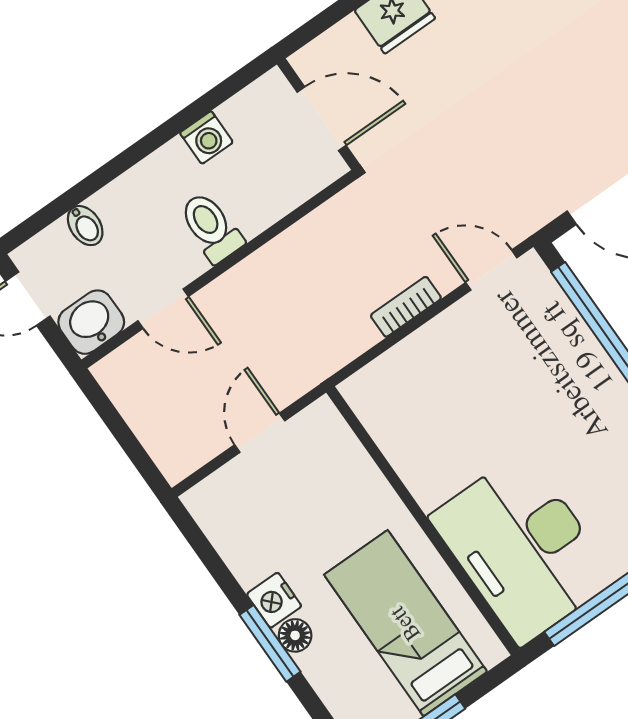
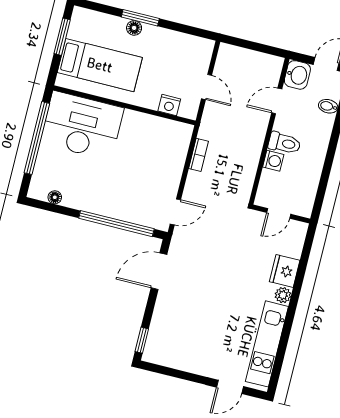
door: (322, 119) -> (279, 213), width x0.73
washing machine: (206, 138) -> (273, 161), moved, turned 180
bookcase: (406, 307) -> (199, 155), moved
nightstand: (274, 600) -> (169, 105), moved, turned 180

